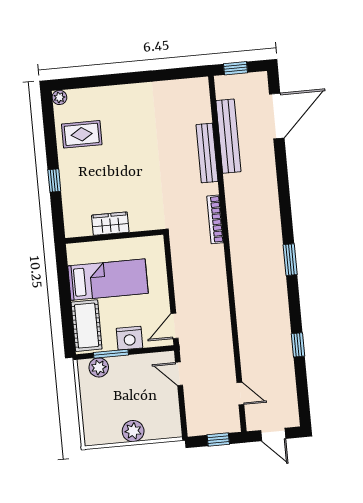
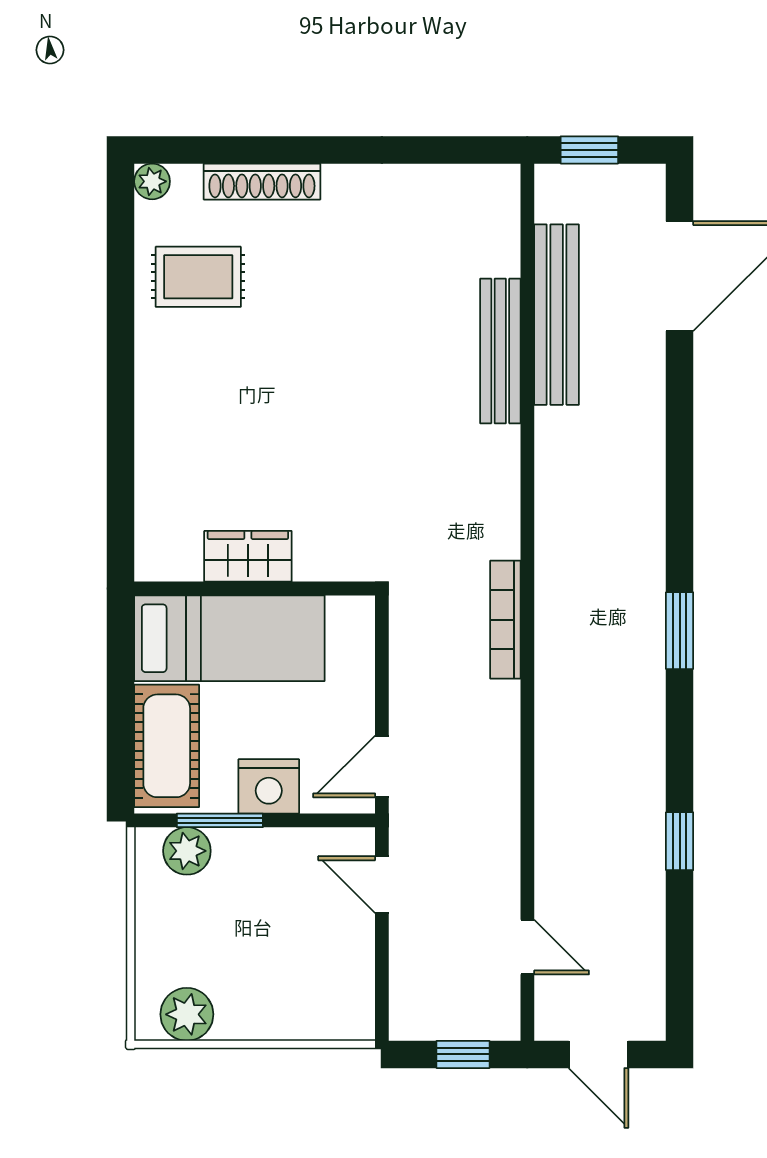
shoe rack: (104, 93) -> (262, 182), added
window: (54, 181) -> (121, 384), removed
bookcase: (215, 219) -> (505, 620), moved
wardrobe: (110, 224) -> (248, 556), moved
wall: (114, 236) -> (255, 589), moved
plant: (133, 431) -> (187, 1014), moved

